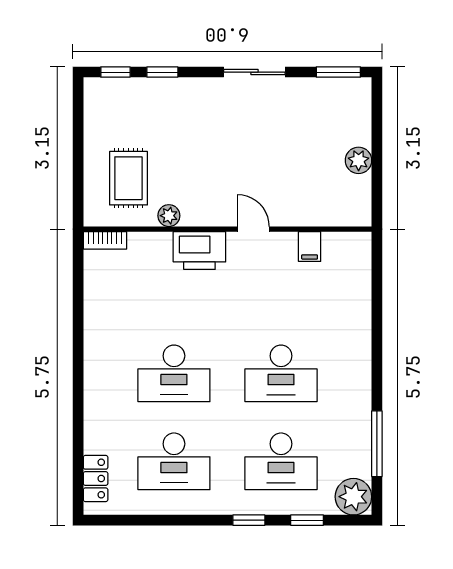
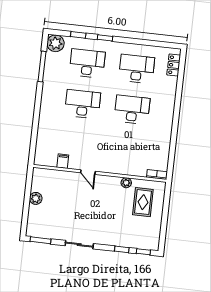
printer: (199, 251) -> (114, 165), removed

